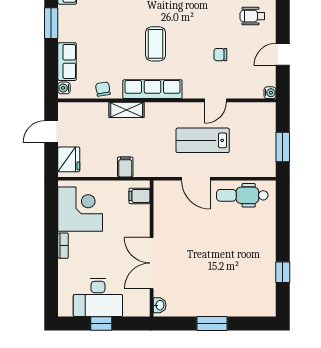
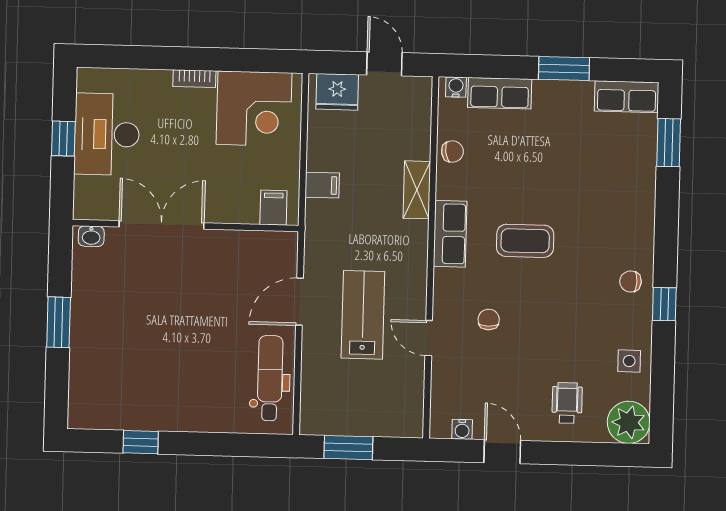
chair: (220, 55) -> (489, 320), moved
row of seats: (152, 89) -> (450, 234), width x0.68
water cooler: (270, 93) -> (462, 429), moved

